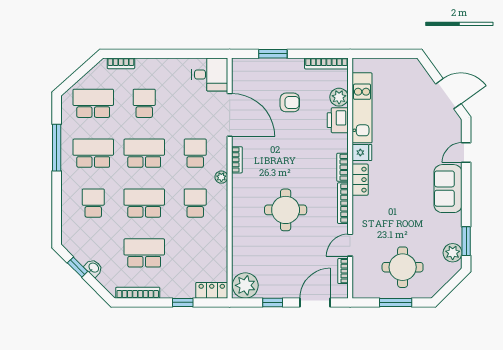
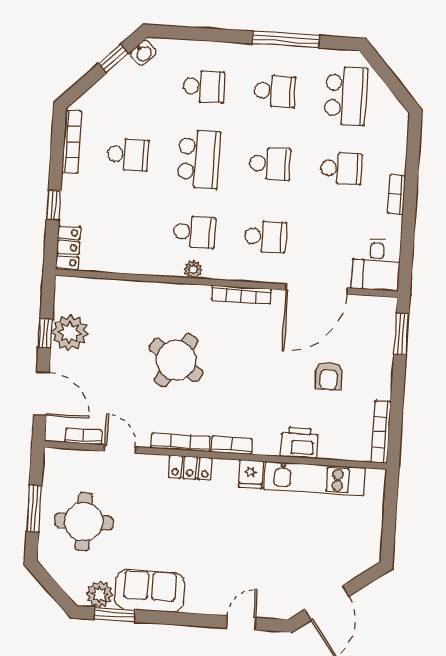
window: (273, 54) -> (401, 334), moved
bookcase: (121, 63) -> (397, 194), moved
plant: (339, 97) -> (332, 447), removed
school desk: (93, 153) -> (275, 91), width x0.54
school desk: (144, 153) -> (270, 164), width x0.54
door: (466, 153) -> (241, 623), hinge flipped
bookcase: (237, 160) -> (241, 295), width x1.56
plant: (221, 177) -> (193, 269), moved
locker: (360, 180) -> (190, 468), moved
sofa: (448, 189) -> (150, 591), moved
round table: (286, 210) -> (176, 360), turned 32
school desk: (144, 253) -> (128, 155), width x0.54
washbasin: (94, 268) -> (143, 53), moved
plant: (245, 285) -> (70, 333), moved

